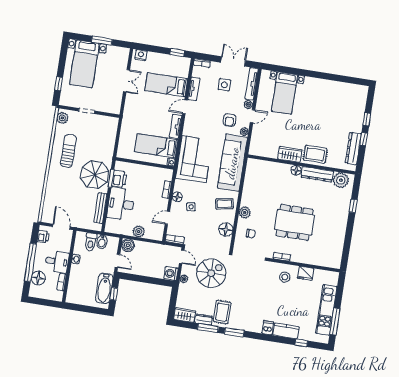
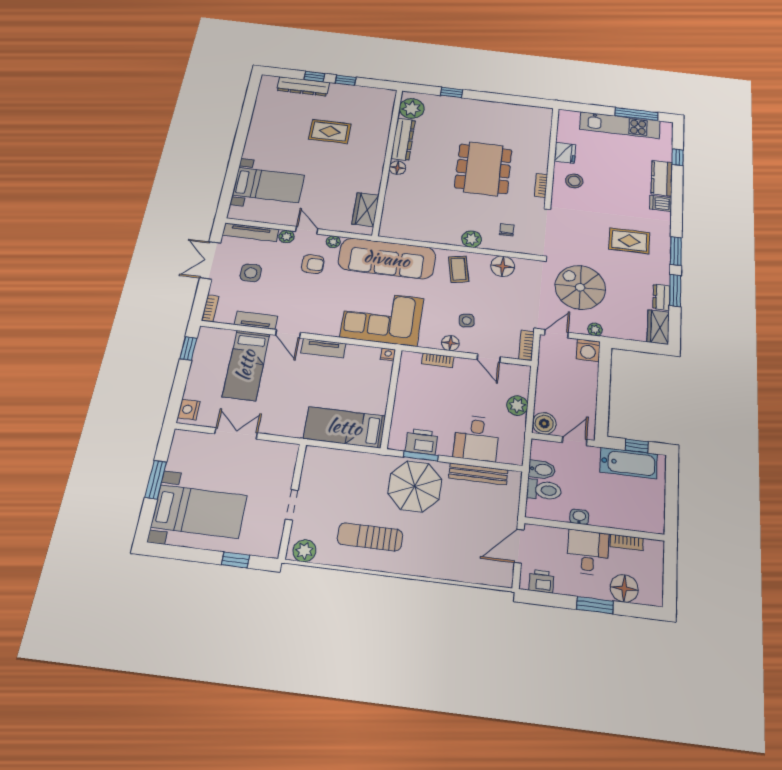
bed: (156, 146) -> (345, 427), moved, turned 90
dresser: (353, 148) -> (303, 86), moved
wardrobe: (290, 154) -> (365, 210), moved
rug: (315, 154) -> (330, 131), moved, turned 90
desk: (121, 204) -> (476, 438), width x0.73
window: (30, 262) -> (595, 605), width x0.47
rug: (222, 312) -> (629, 241), moved

